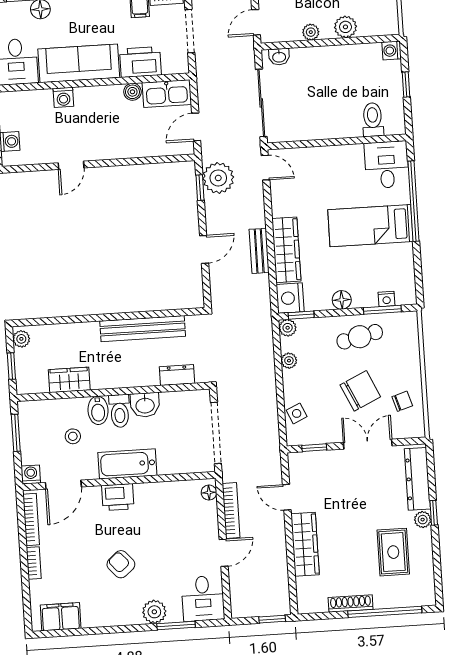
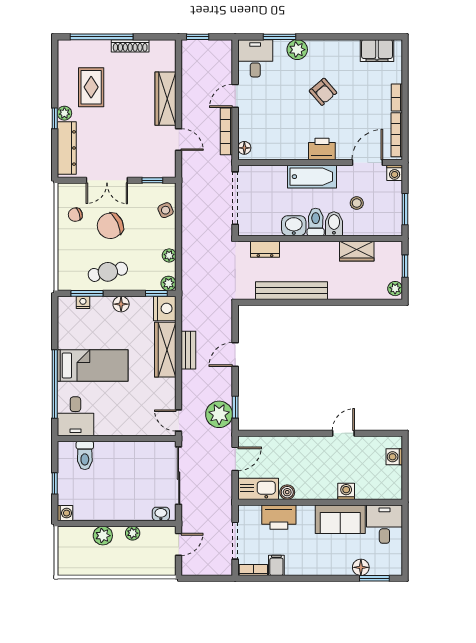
sofa: (79, 63) -> (340, 519), width x0.73

